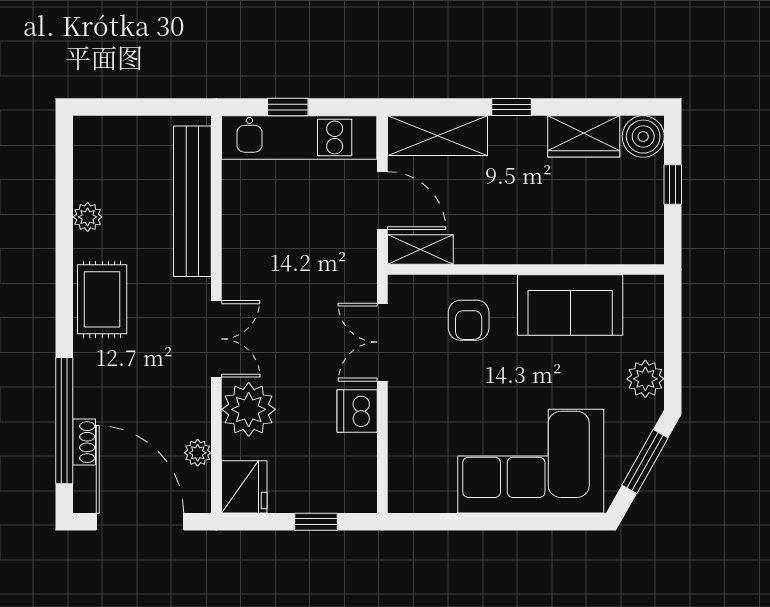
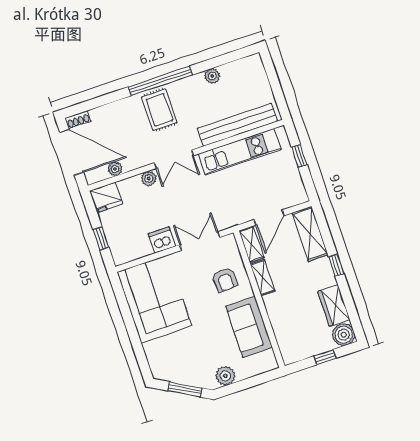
kitchen unit: (299, 137) -> (239, 152), moved, turned -90
shelving: (488, 250) -> (263, 278), added
rug: (102, 299) -> (159, 110), moved, turned 90
armchair: (469, 320) -> (225, 280), turned -93
plant: (249, 409) -> (149, 178), width x0.53, depth x0.53
window: (64, 421) -> (160, 81), moved
shoe rack: (84, 442) -> (78, 120), moved
corner sofa: (531, 461) -> (154, 299), moved
door: (140, 522) -> (72, 152), hinge flipped

